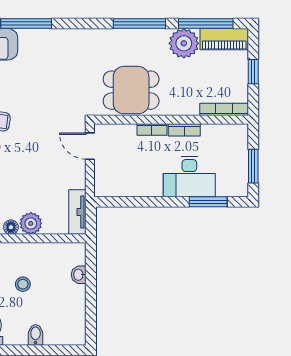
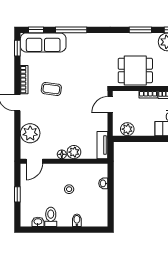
window: (139, 24) -> (140, 30), width x0.69
door: (90, 146) -> (110, 105), hinge flipped
plant: (118, 186) -> (127, 129), added

